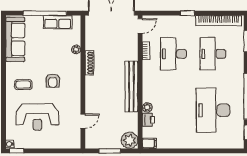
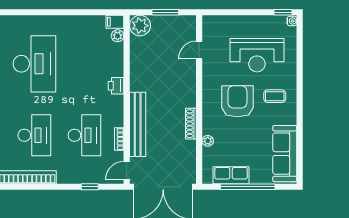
window: (187, 13) -> (90, 187), moved
armchair: (53, 81) -> (237, 101), width x1.88, depth x1.88
bench: (131, 86) -> (138, 124), moved
plant: (147, 107) -> (118, 36), moved
reception desk: (37, 117) -> (257, 55), turned 180
printer: (148, 120) -> (116, 86), moved

